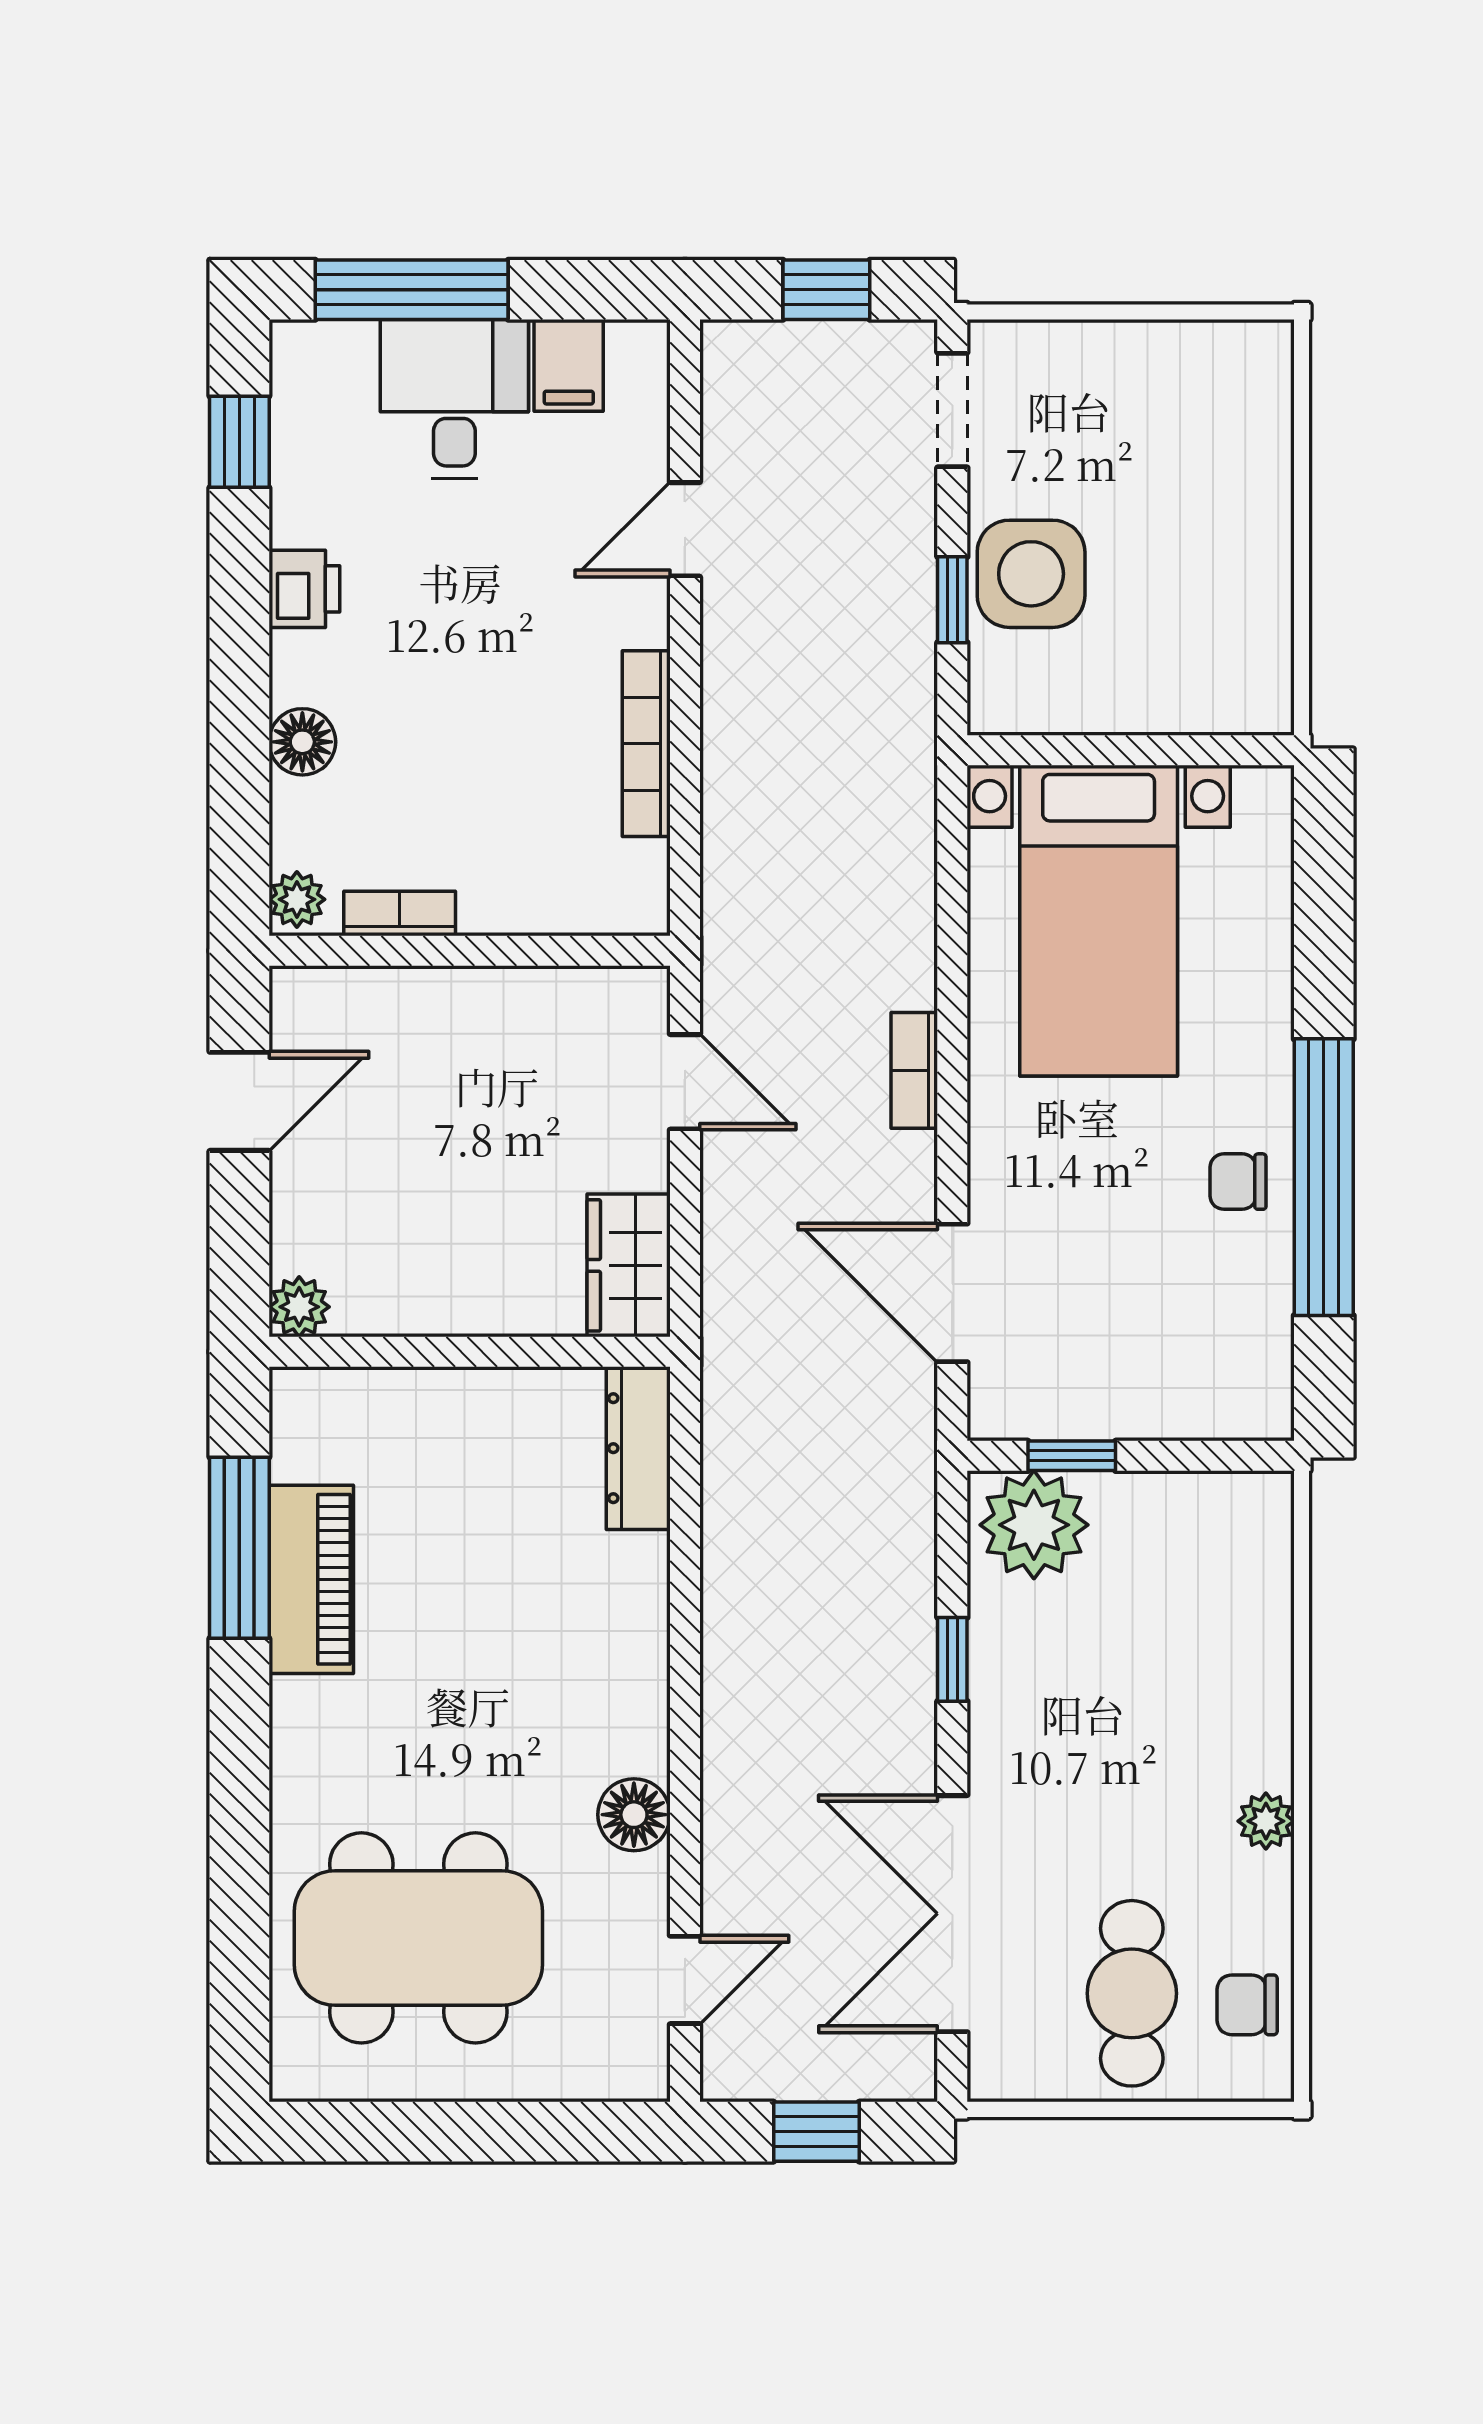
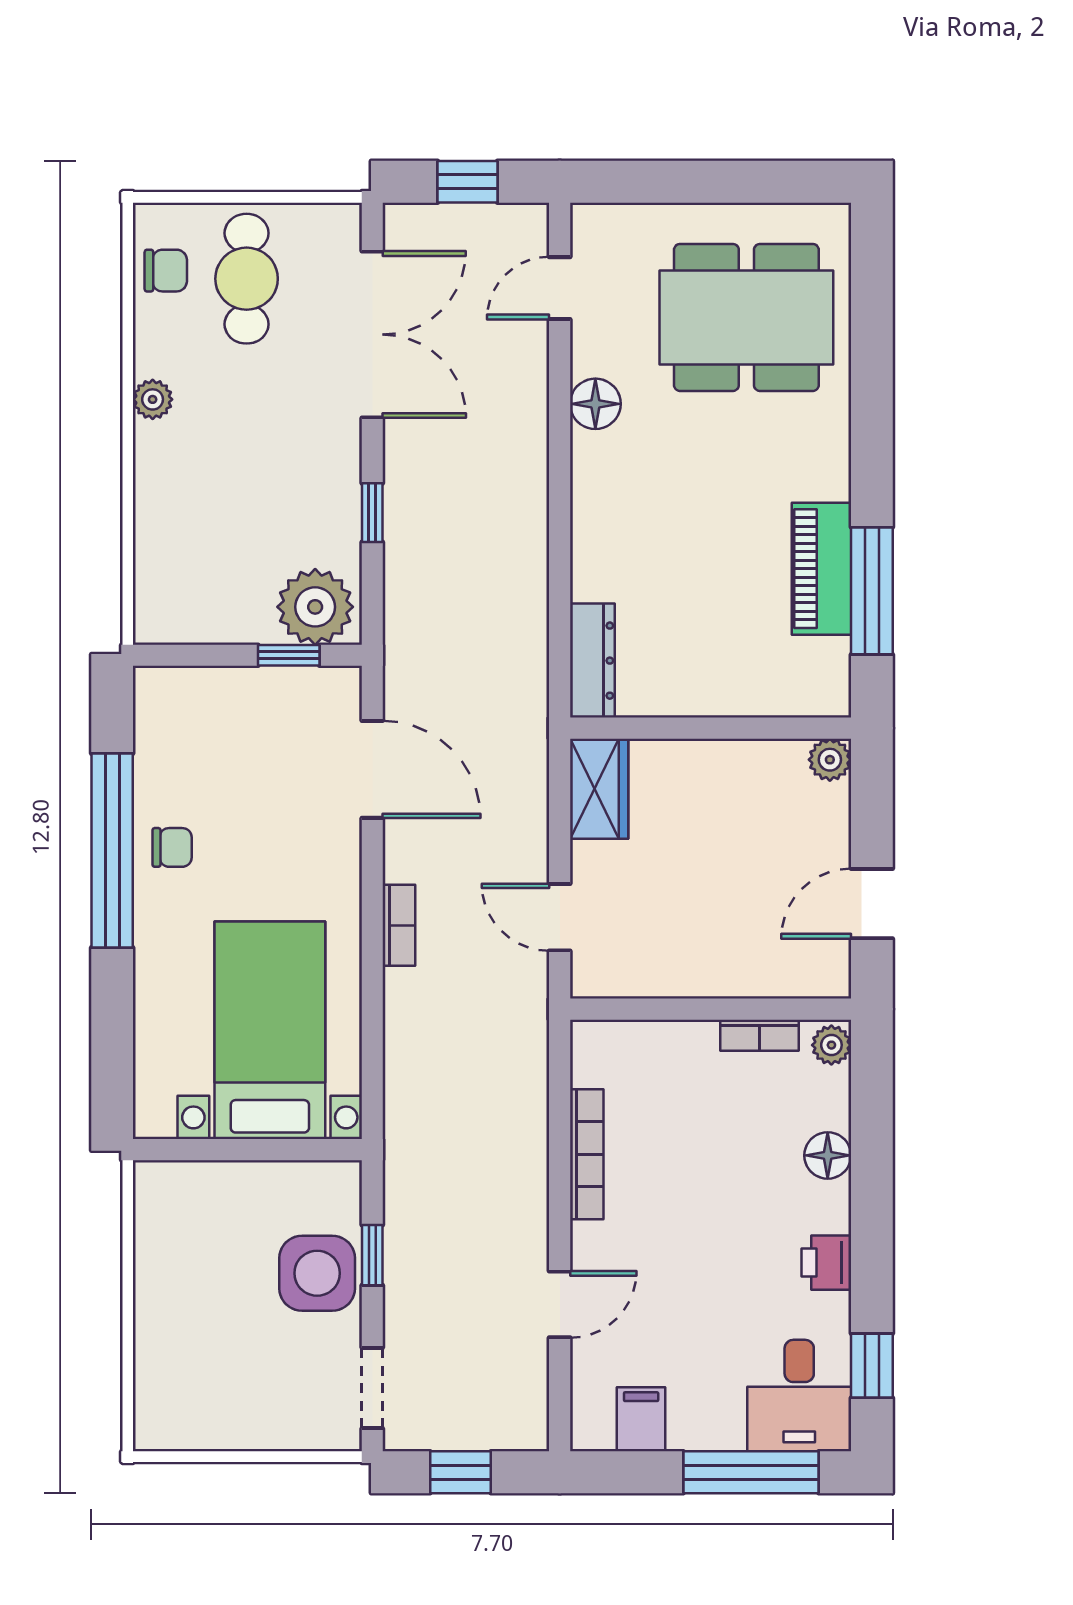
desk: (454, 399) -> (799, 1396), moved

